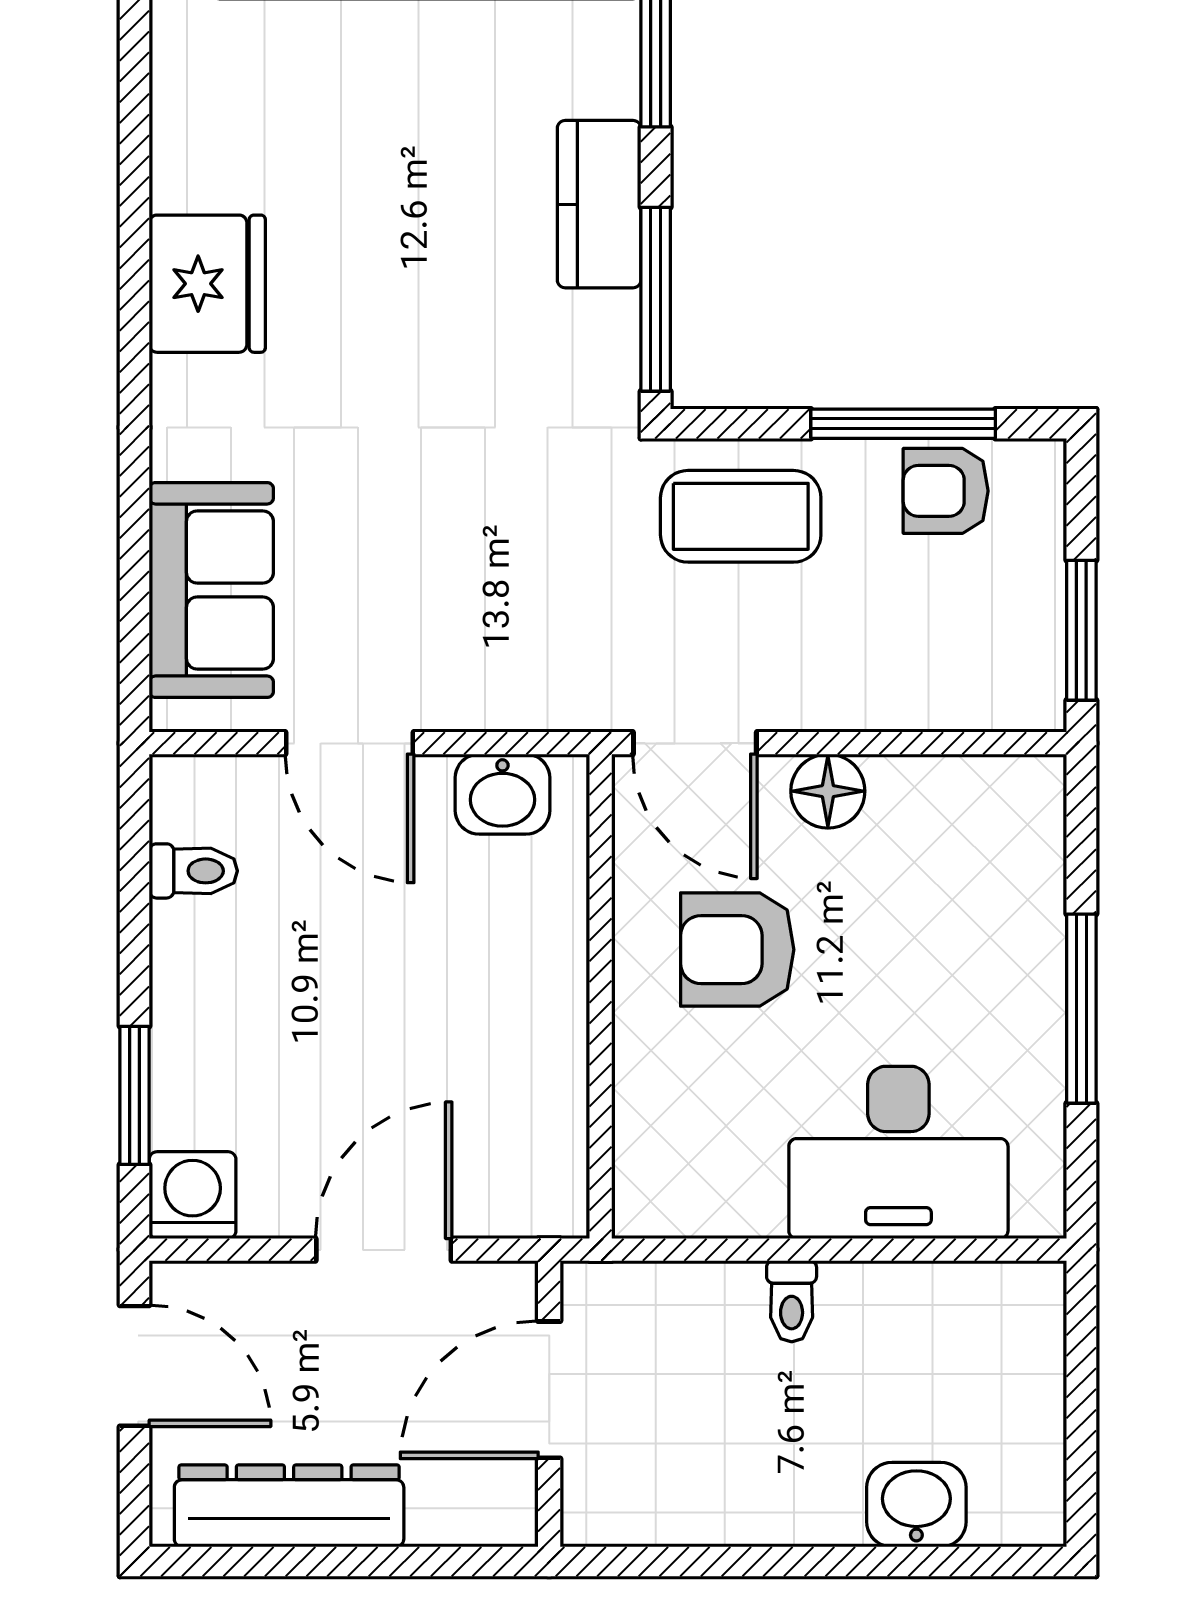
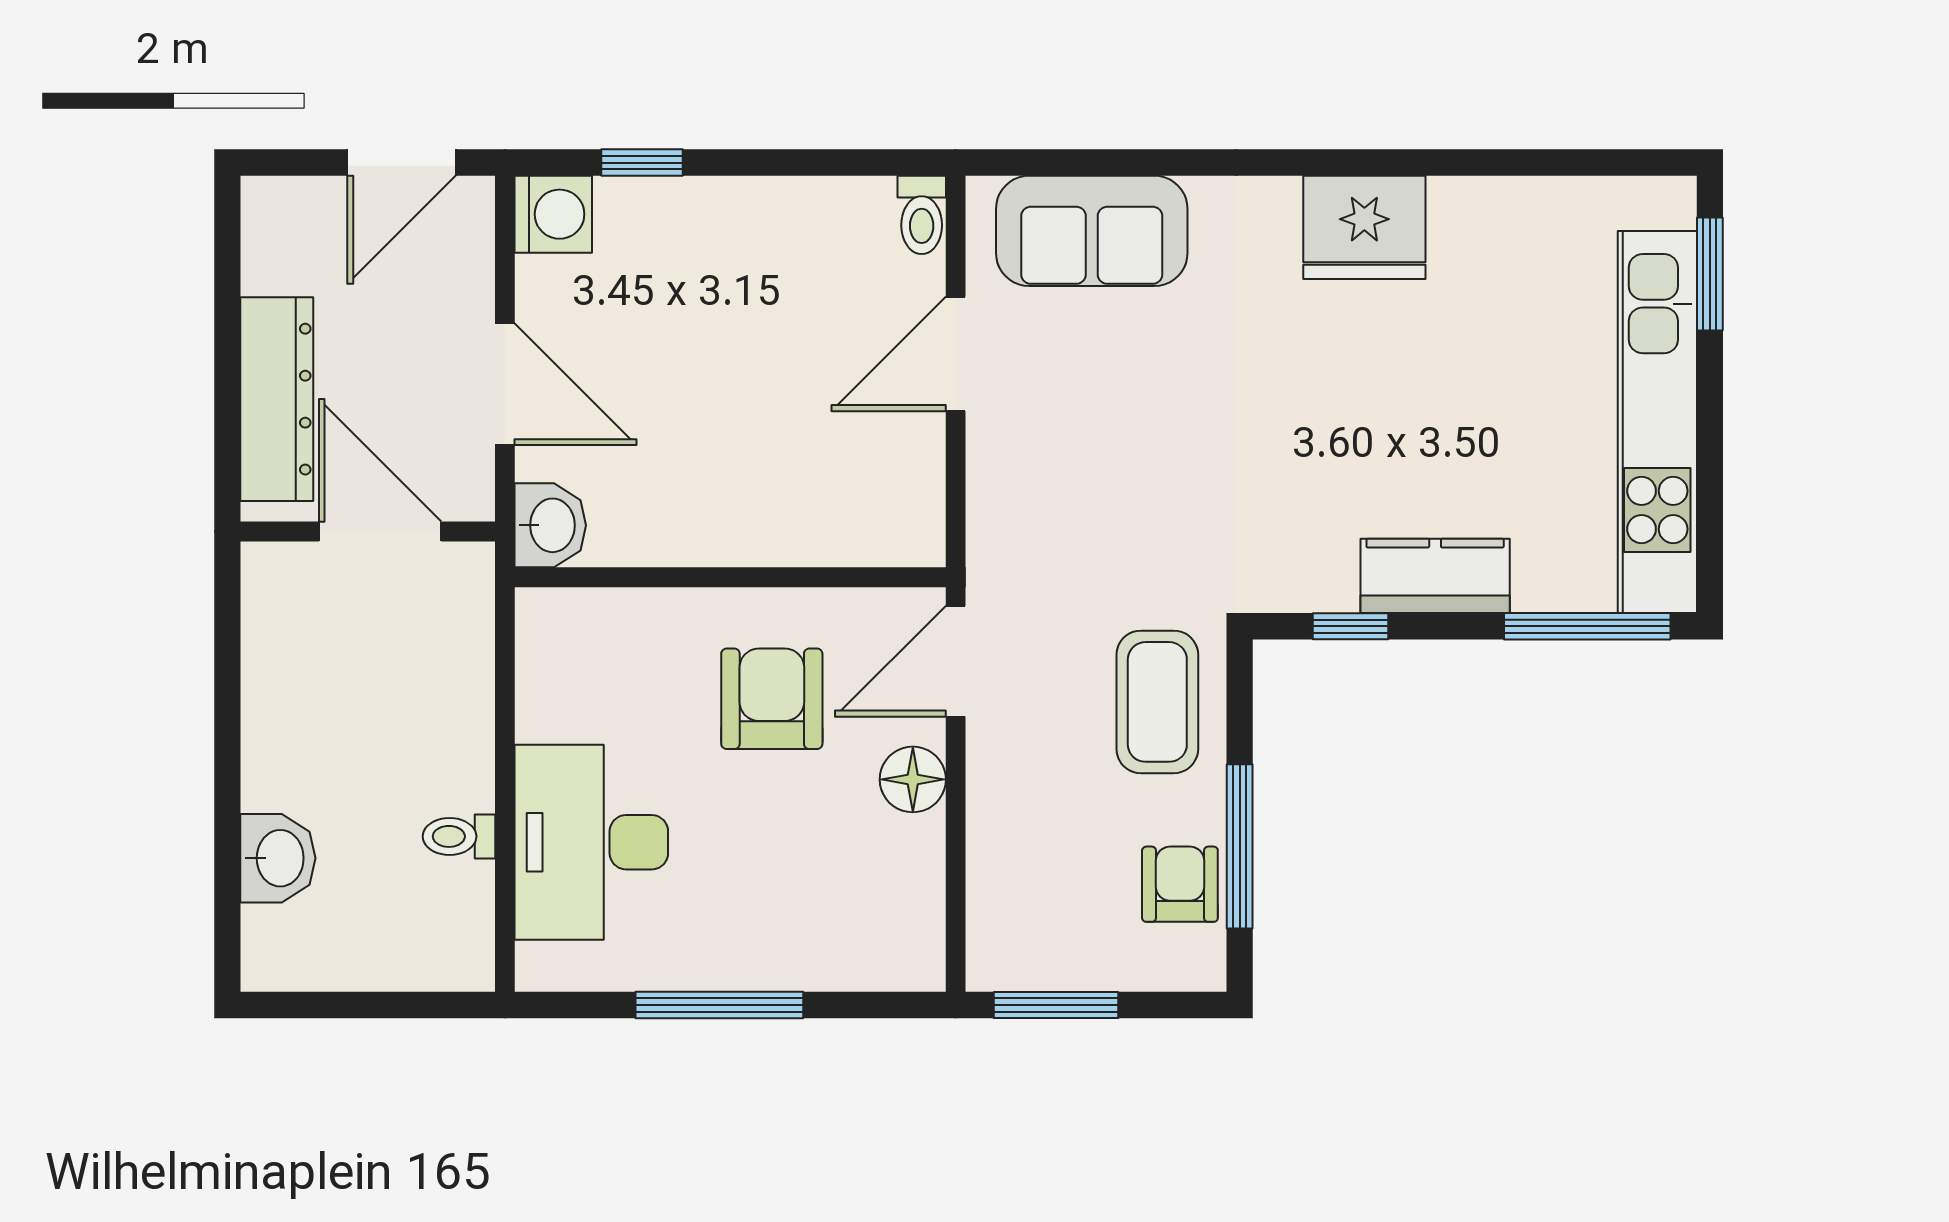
window: (656, 299) -> (1351, 626), width x0.46
washbasin: (502, 794) -> (550, 525), moved, turned 180
toilet: (193, 871) -> (922, 215), moved
window: (134, 1095) -> (642, 163), width x0.67
toilet: (792, 1301) -> (459, 836), moved
dresser: (289, 1506) -> (277, 399), moved

